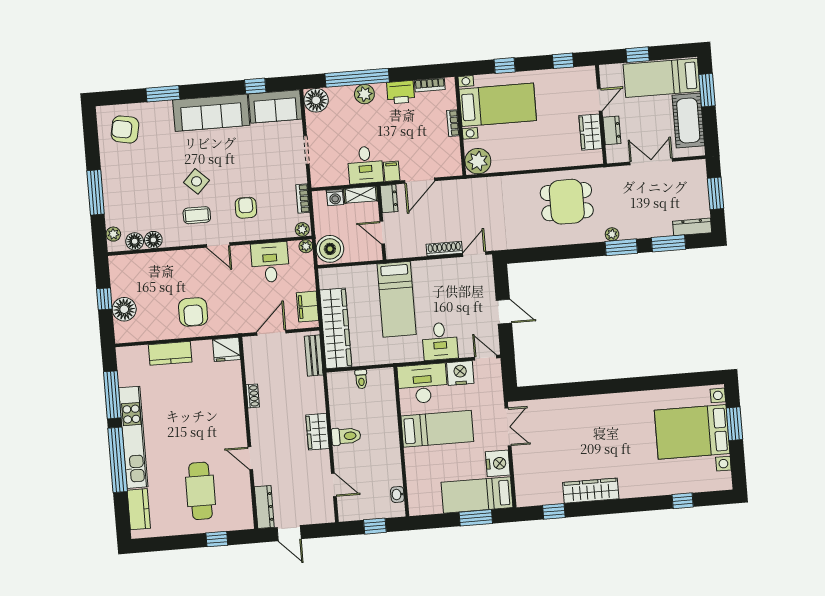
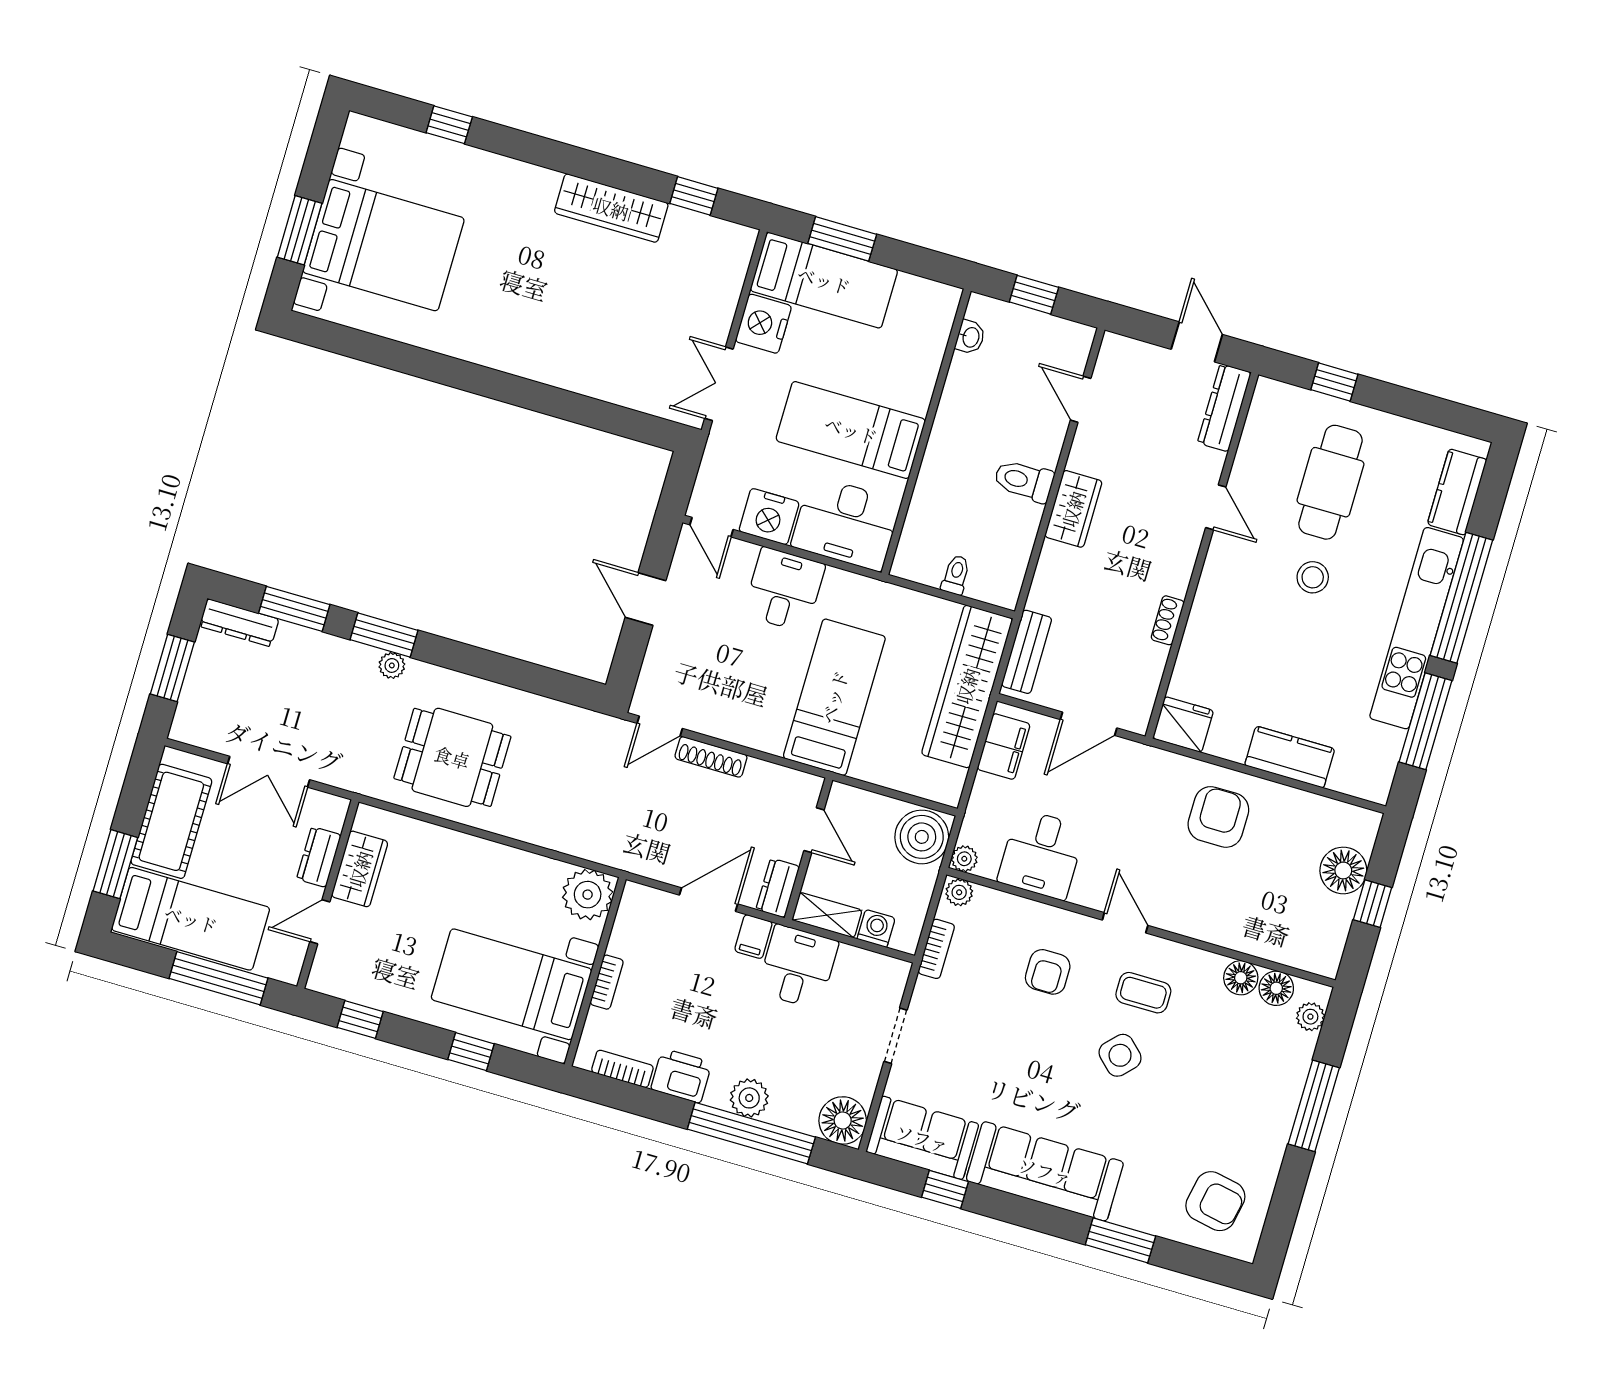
window: (638, 55) -> (219, 978), width x2.17
stool: (192, 443) -> (1313, 577), added

